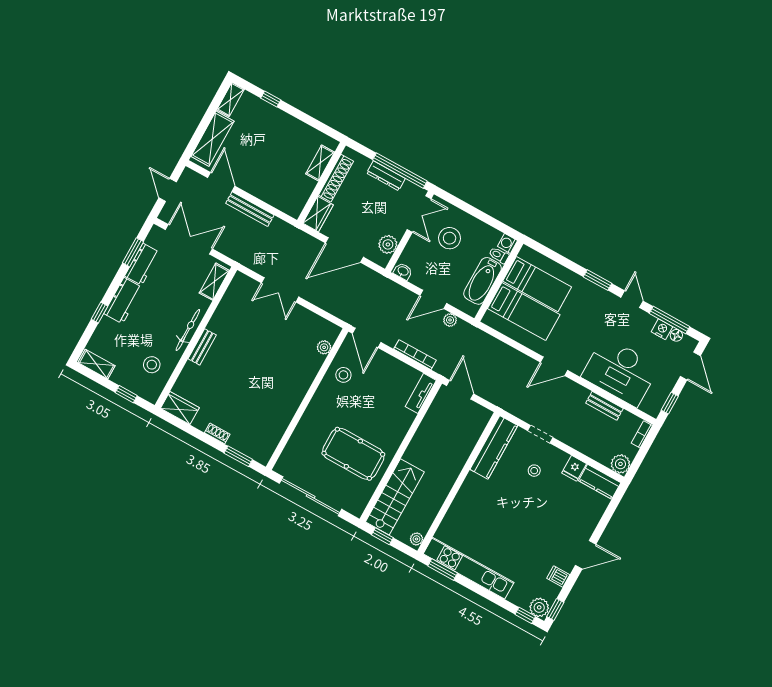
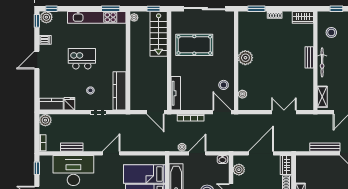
tv unit: (421, 393) -> (176, 93), width x1.41
plant: (292, 396) -> (245, 58), added
kitchen island: (522, 522) -> (82, 59), added

